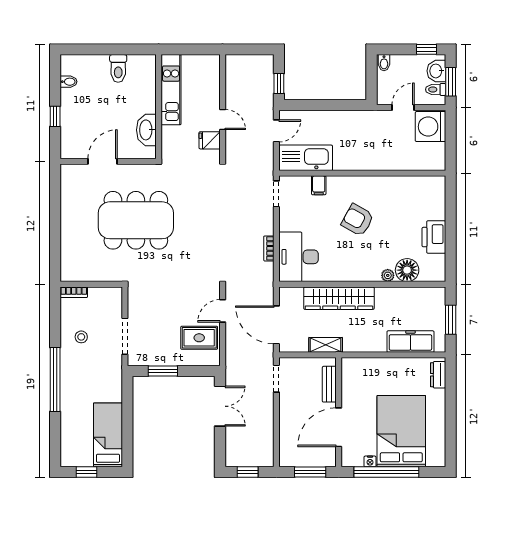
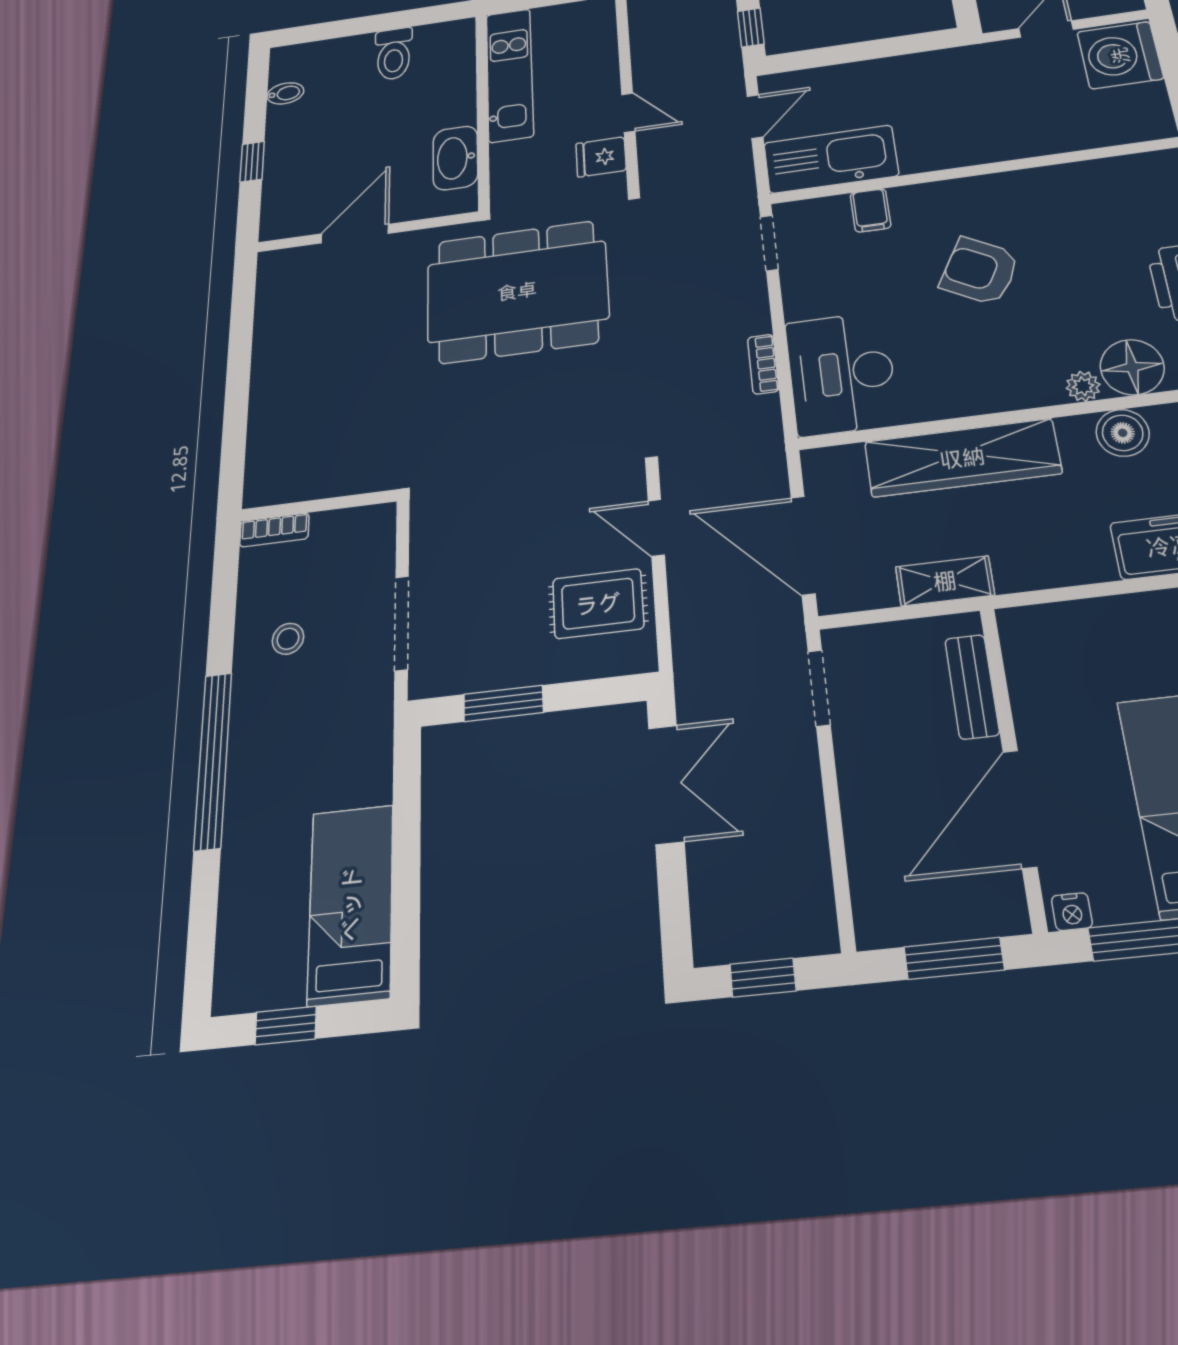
dining table: (136, 220) -> (517, 291), moved
boiler: (398, 296) -> (1123, 433), added
door: (223, 311) -> (656, 528), hinge flipped
nightstand: (370, 461) -> (1072, 912), moved

